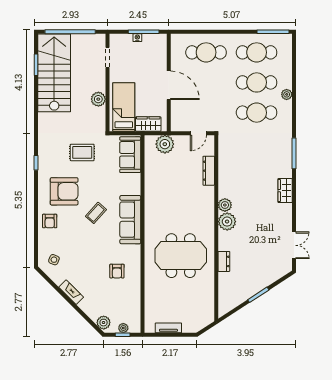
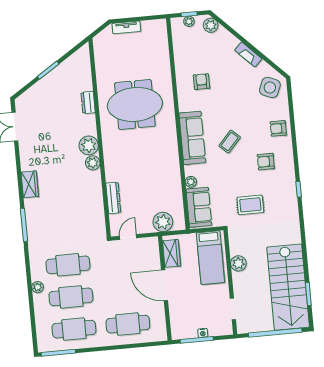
wardrobe: (148, 124) -> (171, 253), moved, turned -90
plant: (135, 179) -> (191, 182), added
armchair: (64, 191) -> (266, 162), width x0.53, depth x0.53
armchair: (50, 221) -> (278, 128), turned -90
side table: (54, 260) -> (270, 87), width x1.87, depth x1.87
tv unit: (168, 328) -> (126, 27), moved

